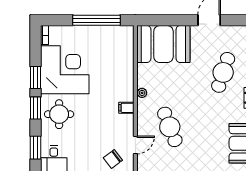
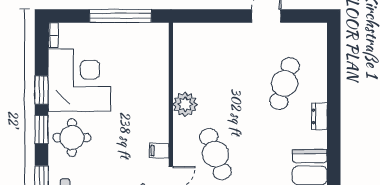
booth: (163, 44) -> (207, 47), removed
plant: (142, 93) -> (185, 104), width x1.88, depth x1.88
filing cabinet: (126, 108) -> (159, 151), moved

